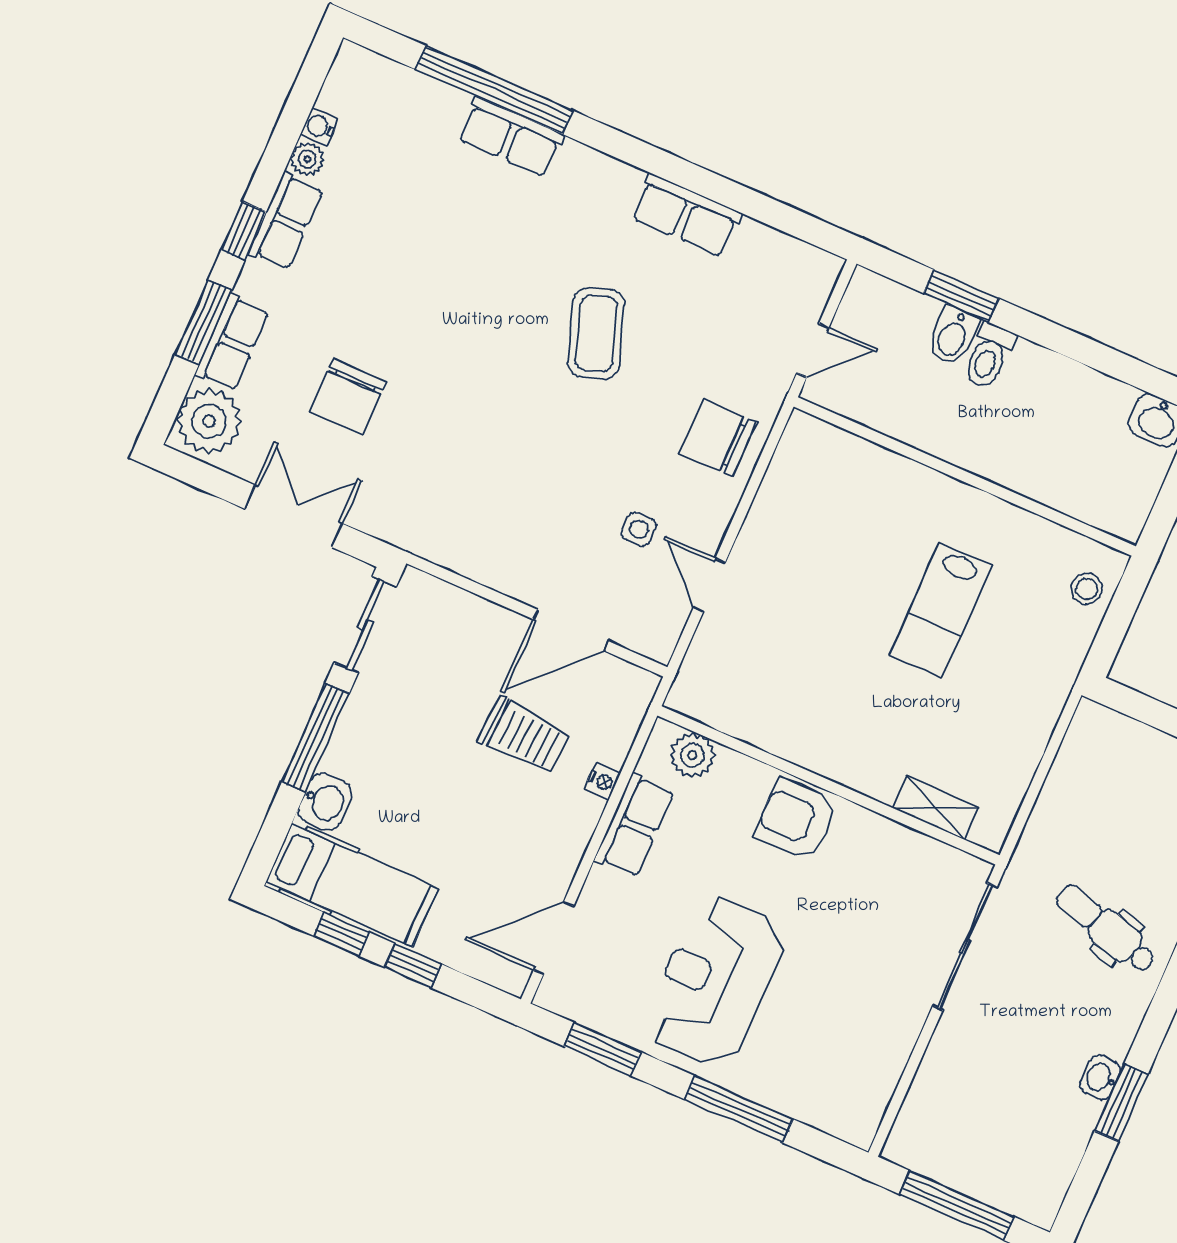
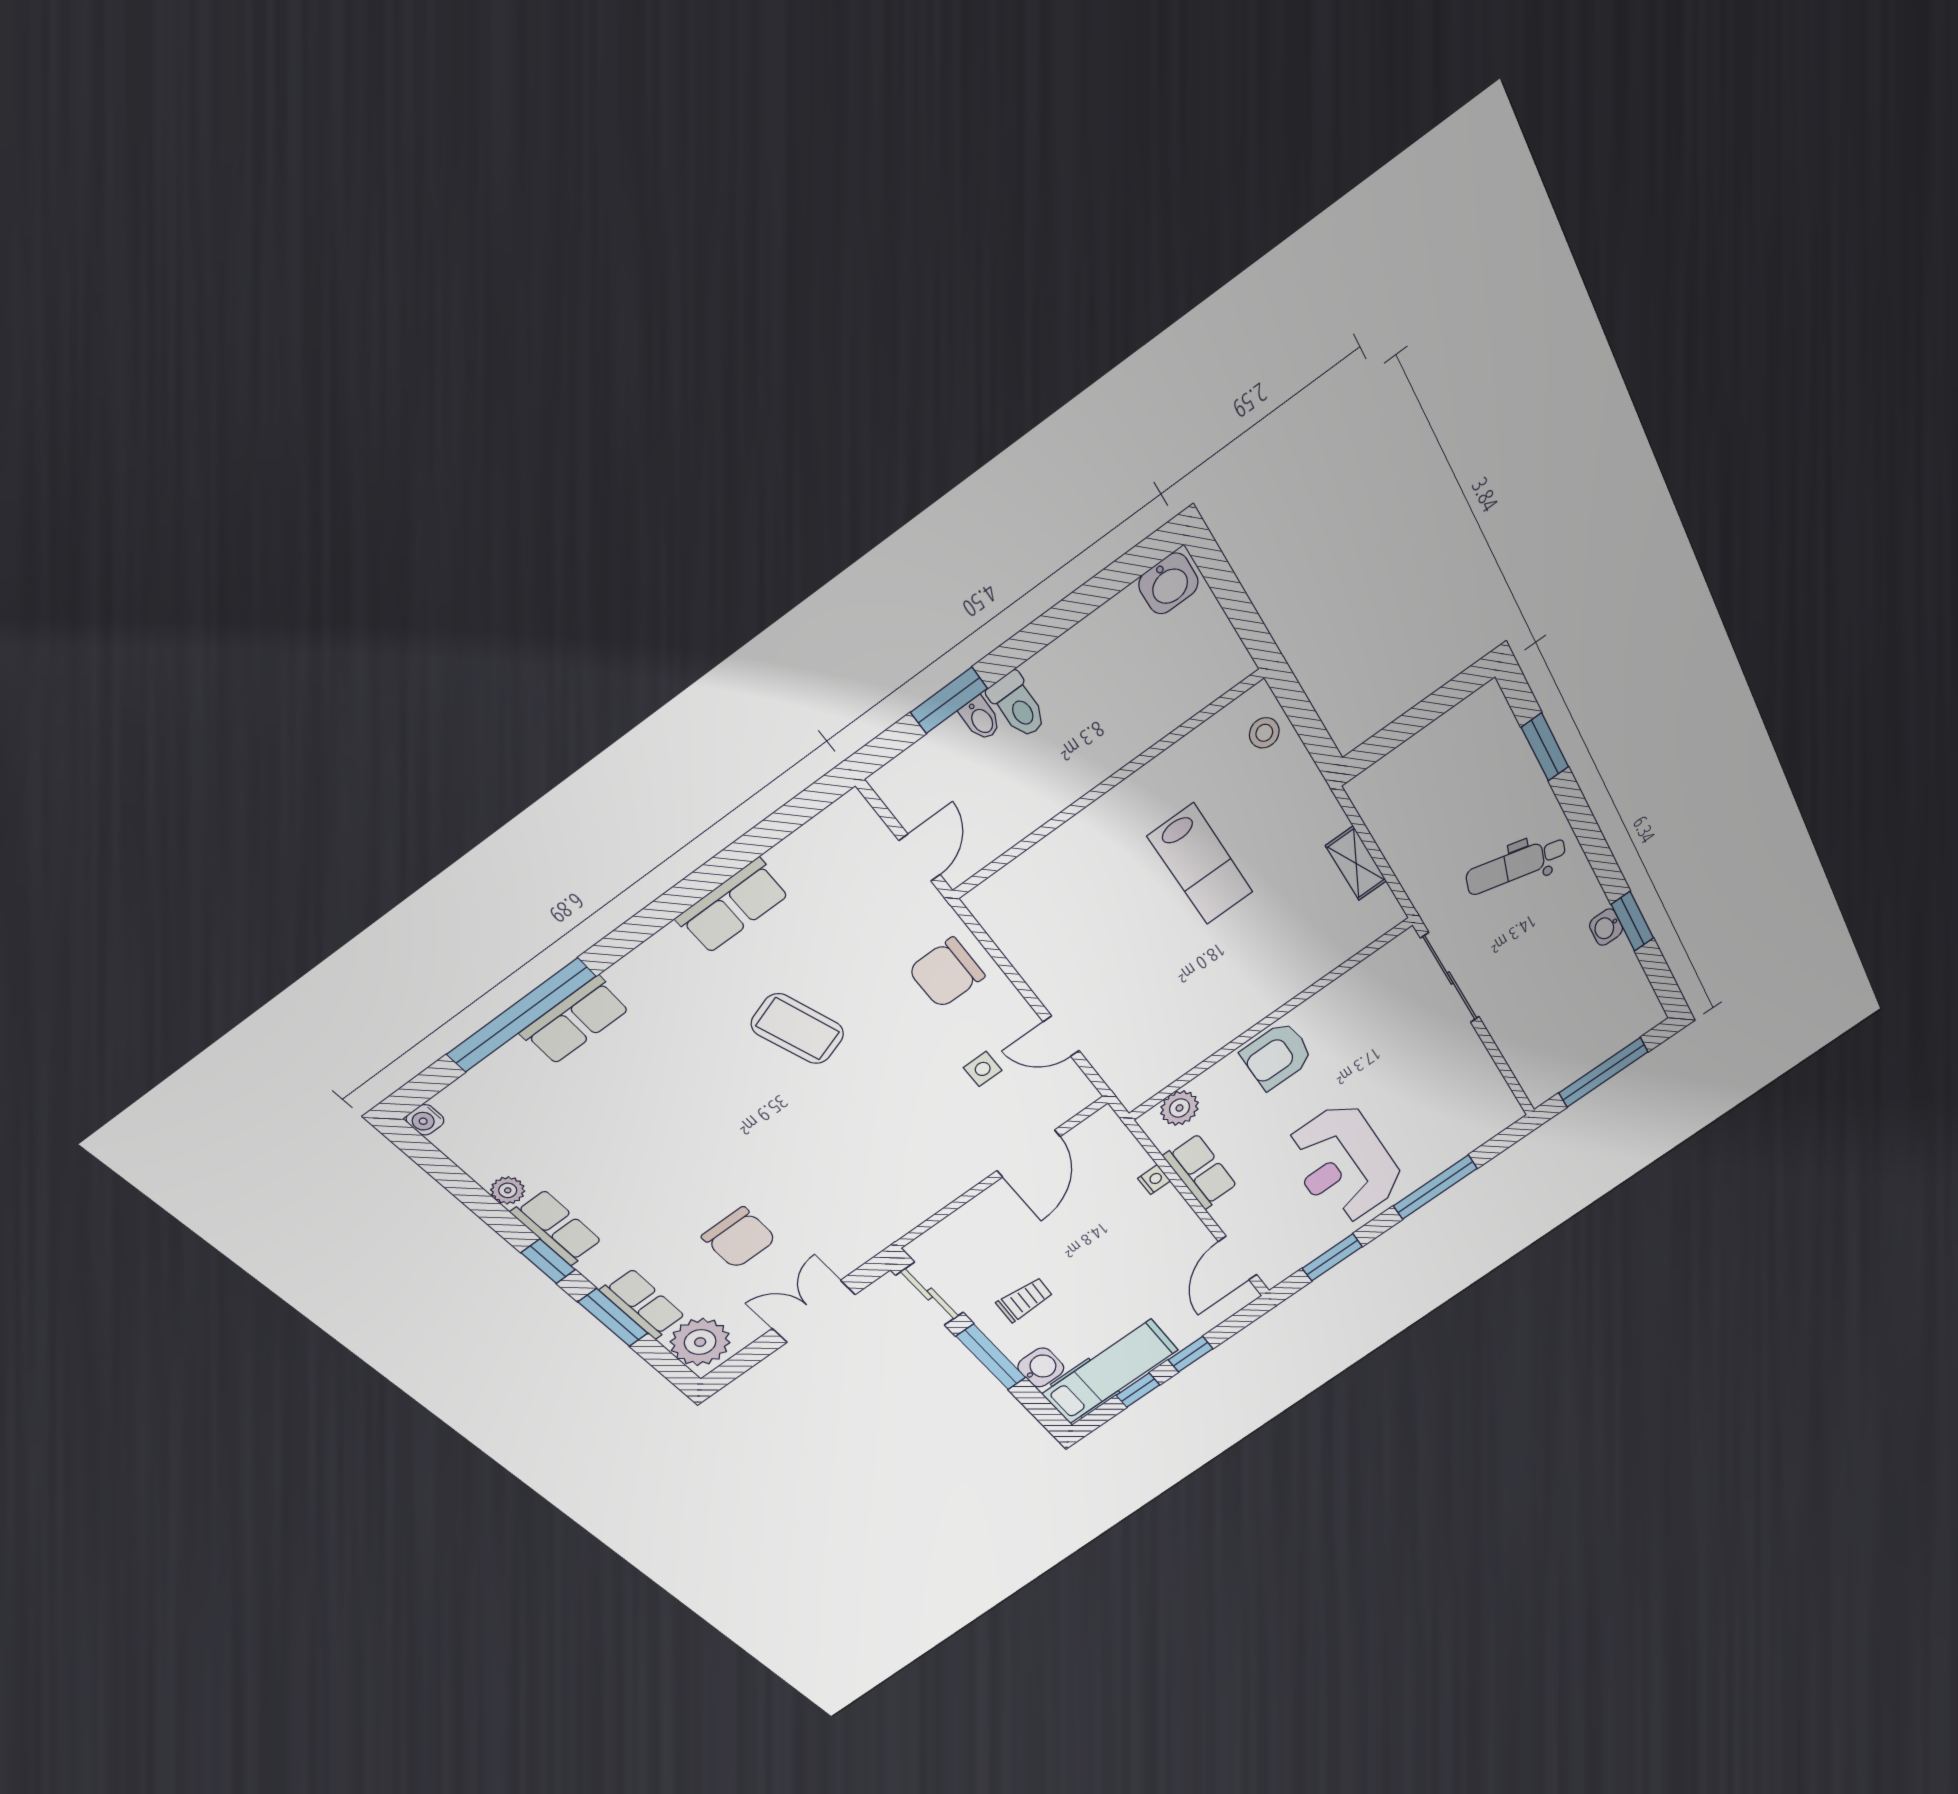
water cooler: (319, 127) -> (425, 1120), moved
bidet: (953, 336) -> (981, 719), width x0.72, depth x0.74
trolley: (524, 736) -> (1025, 1300), moved, width x0.73, depth x0.72
shelving: (935, 808) -> (1356, 863), moved, turned 90

